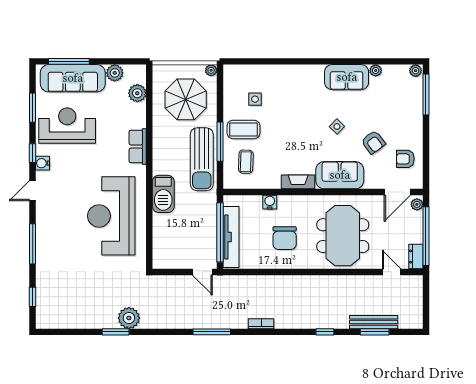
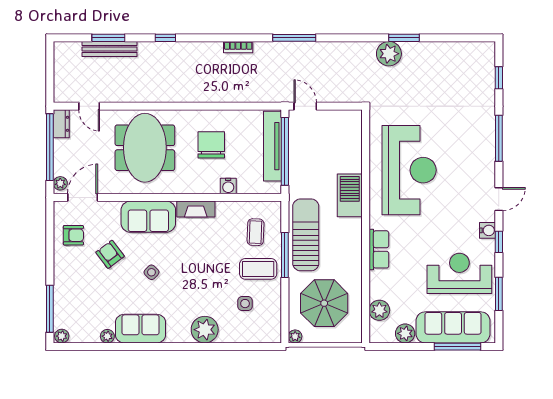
plant: (290, 76) -> (205, 330), added
reception desk: (67, 126) -> (459, 273), turned 180

